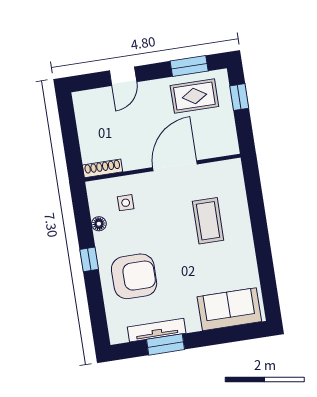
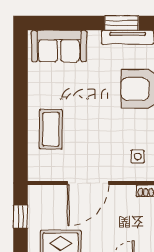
window: (239, 97) -> (20, 217), moved
coffee table: (208, 221) -> (51, 129), moved

